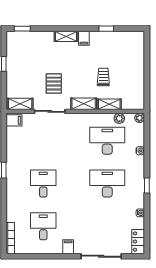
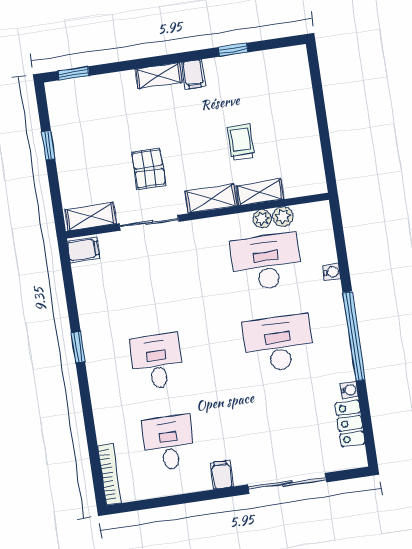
plant: (140, 118) -> (262, 219), moved
window: (147, 186) -> (354, 336), width x3.17
locker: (138, 242) -> (350, 423), moved

